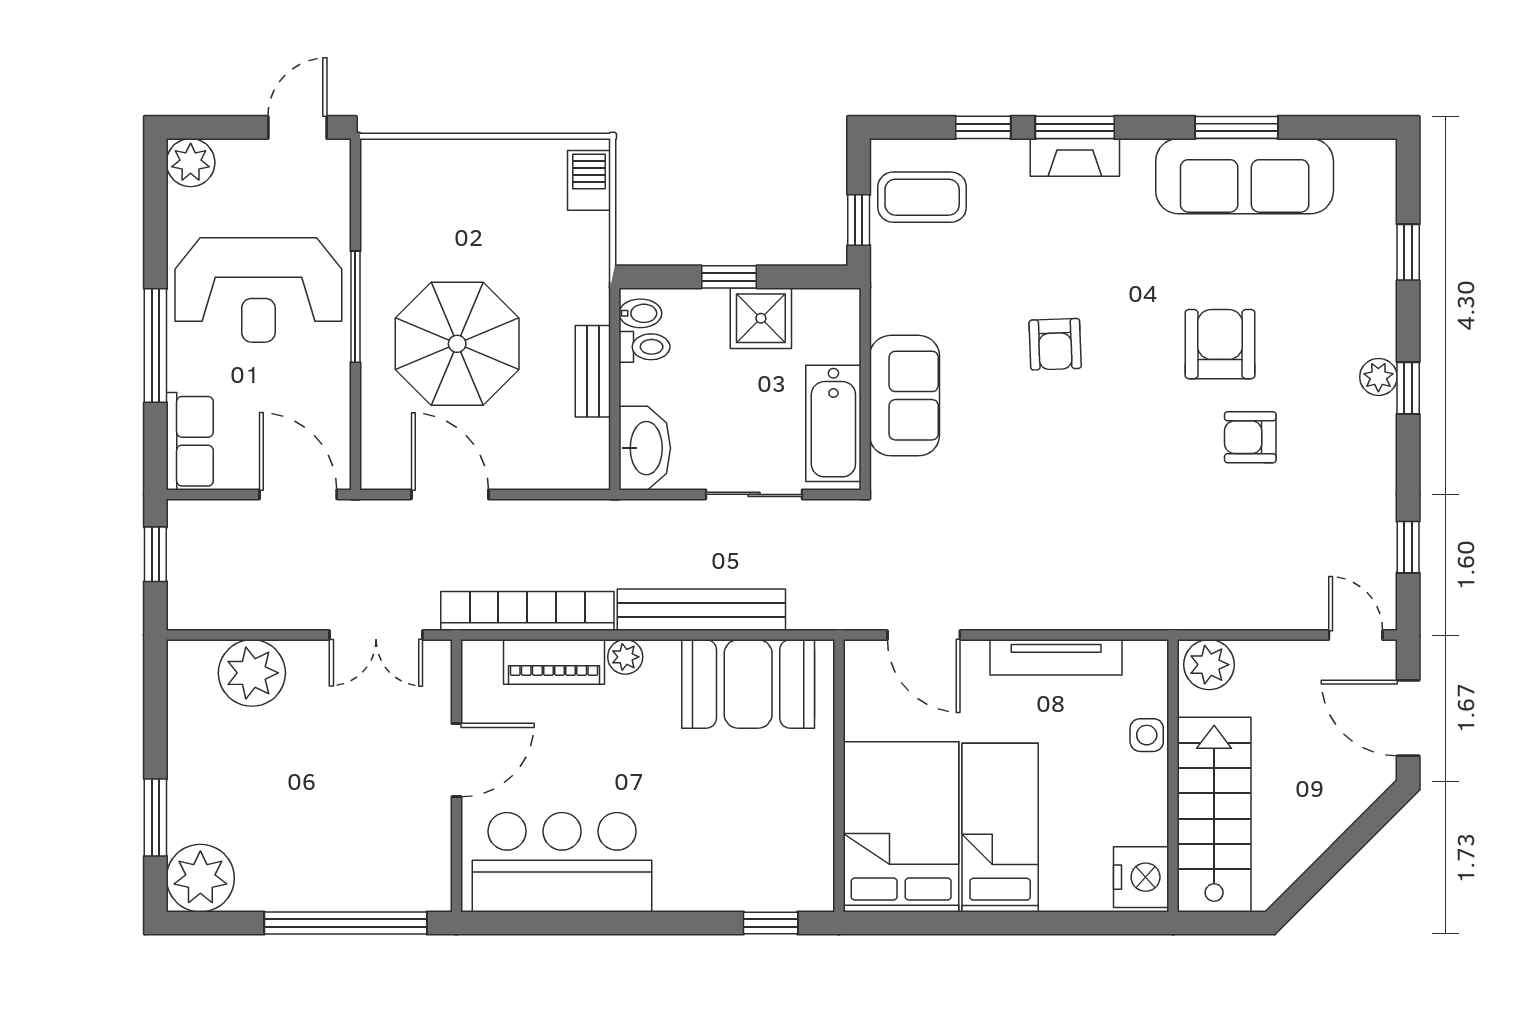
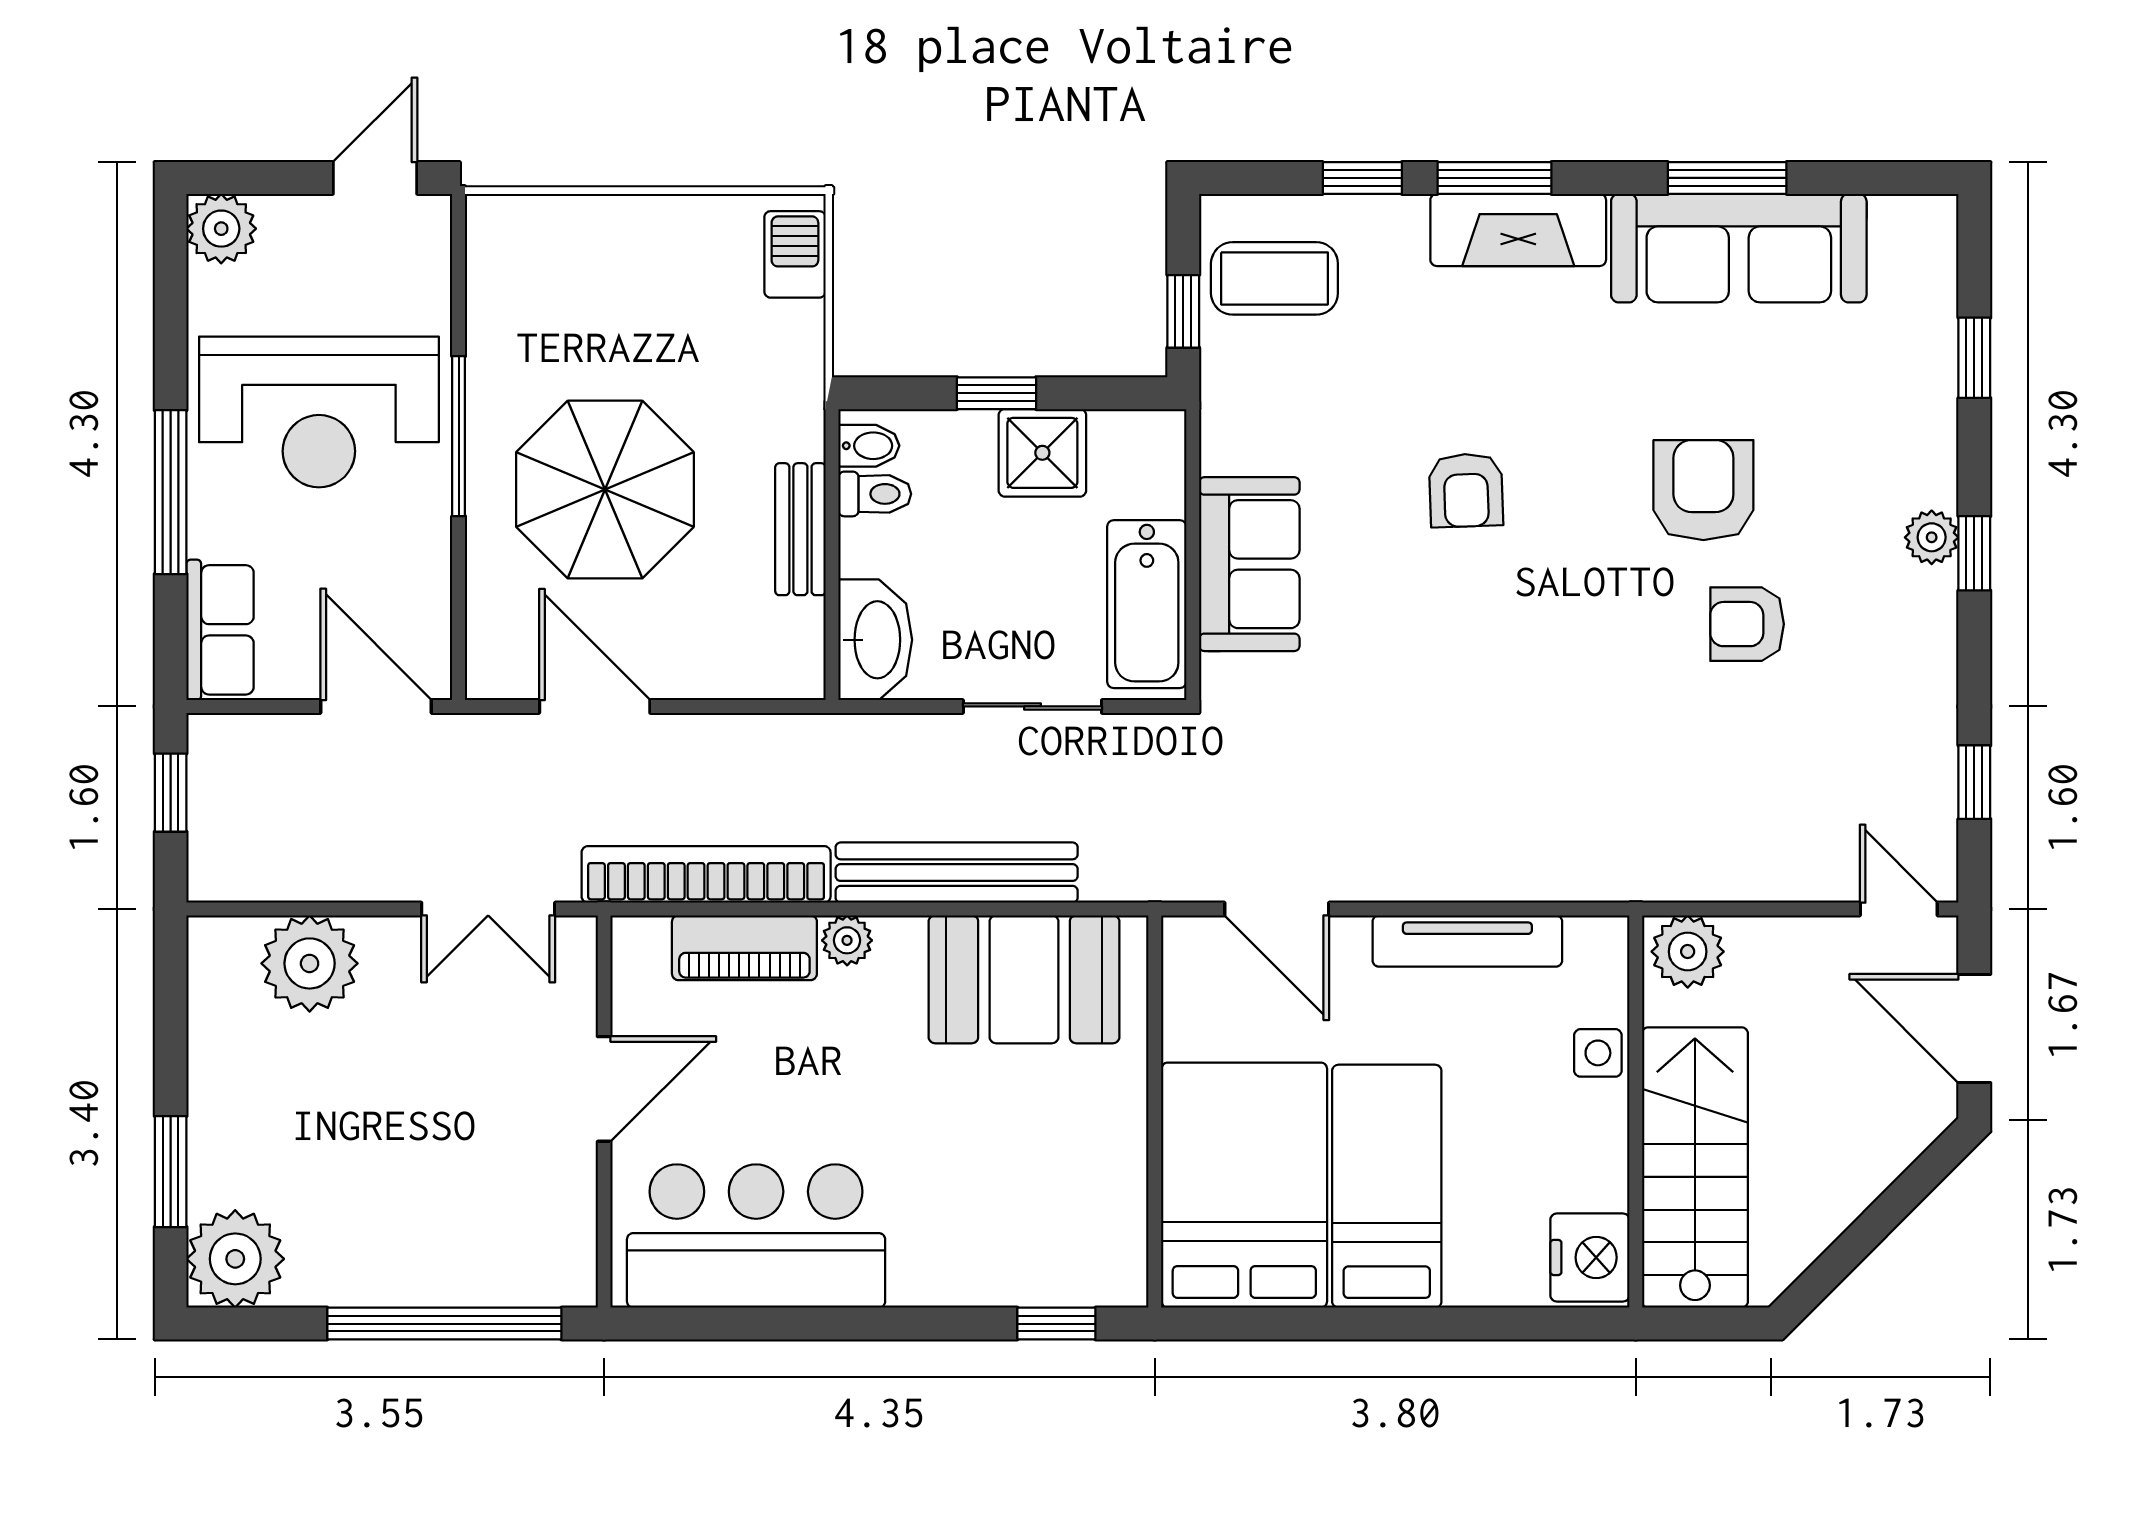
fireplace: (1075, 157) -> (1518, 230), width x1.37, depth x1.32

